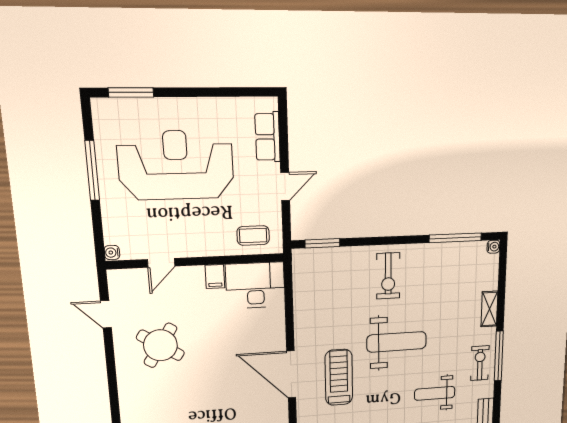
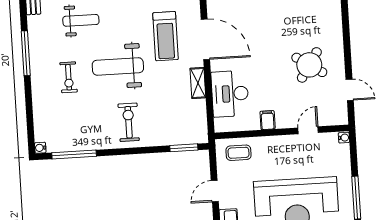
desk: (255, 285) -> (230, 94), moved, turned 90
shelving: (489, 309) -> (198, 83), moved
exercise bike: (480, 363) -> (69, 77), moved

